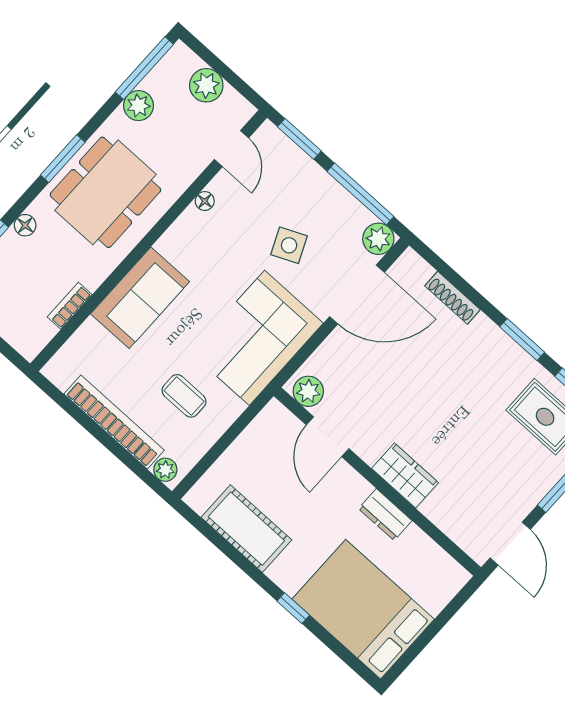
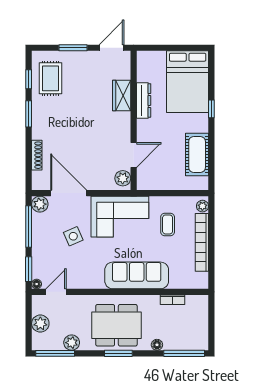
floor lamp: (205, 201) -> (37, 284), moved
sofa: (140, 298) -> (137, 275), width x1.36
wardrobe: (405, 475) -> (122, 96), moved
dresser: (385, 515) -> (144, 100), width x1.44

